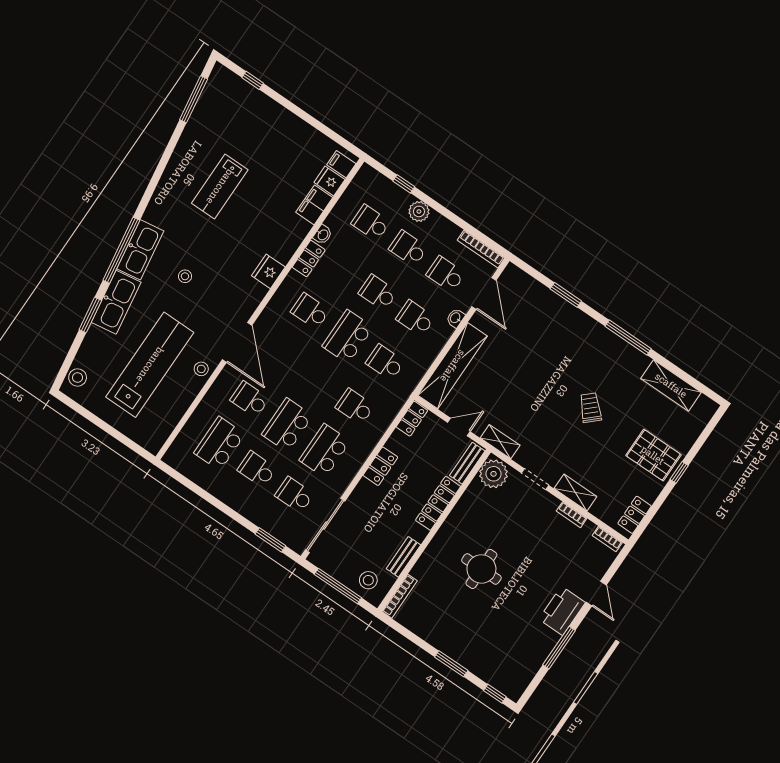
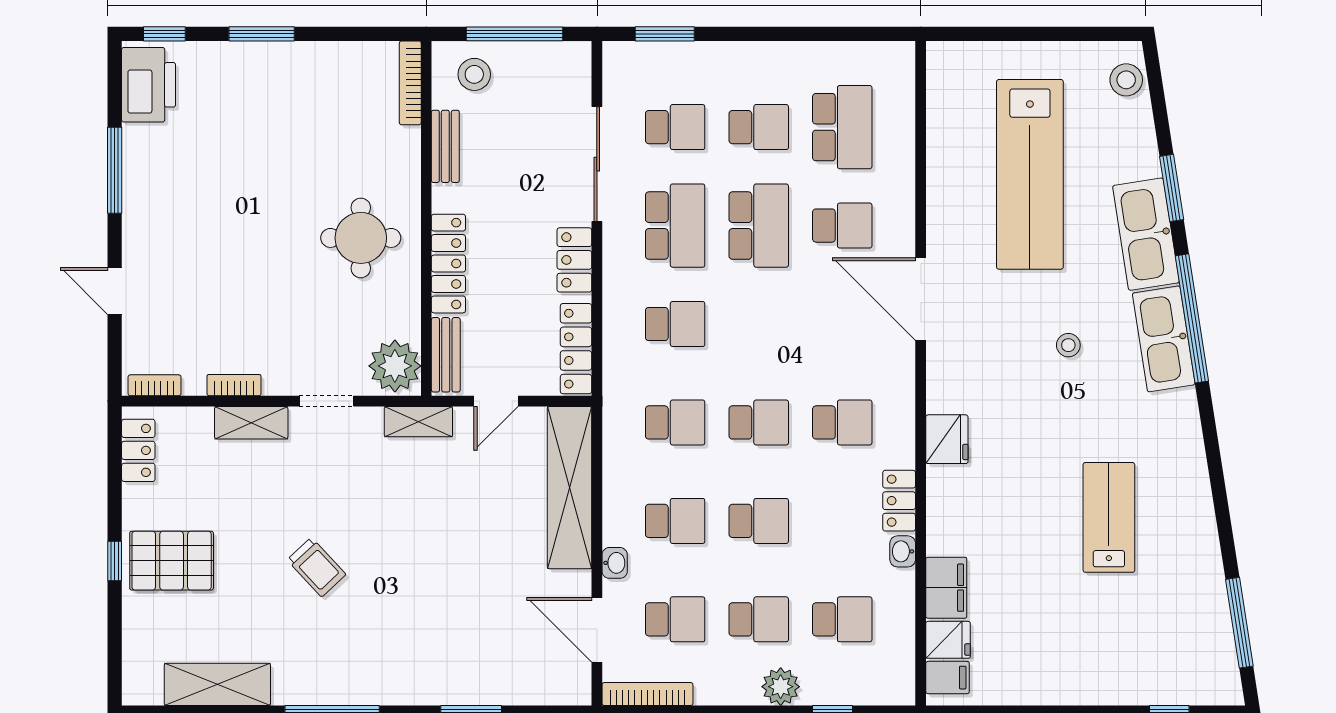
school desk: (348, 337) -> (759, 422), width x0.54
stool: (201, 369) -> (947, 221), removed
locker: (412, 419) -> (576, 349), width x1.53
sliding door: (325, 525) -> (597, 164), moved
round table: (481, 569) -> (361, 238), moved
printer: (562, 611) -> (149, 85), moved

